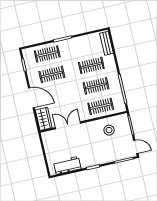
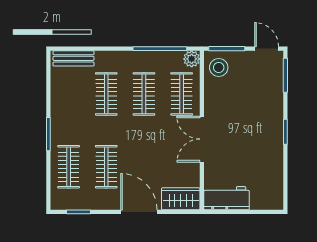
door: (31, 98) -> (139, 212), hinge flipped
plant: (121, 107) -> (192, 59), added
double door: (68, 125) -> (202, 139), moved
stool: (109, 130) -> (219, 68), moved
door: (136, 147) -> (267, 49), hinge flipped
workbench: (67, 165) -> (227, 198), moved, turned 90

